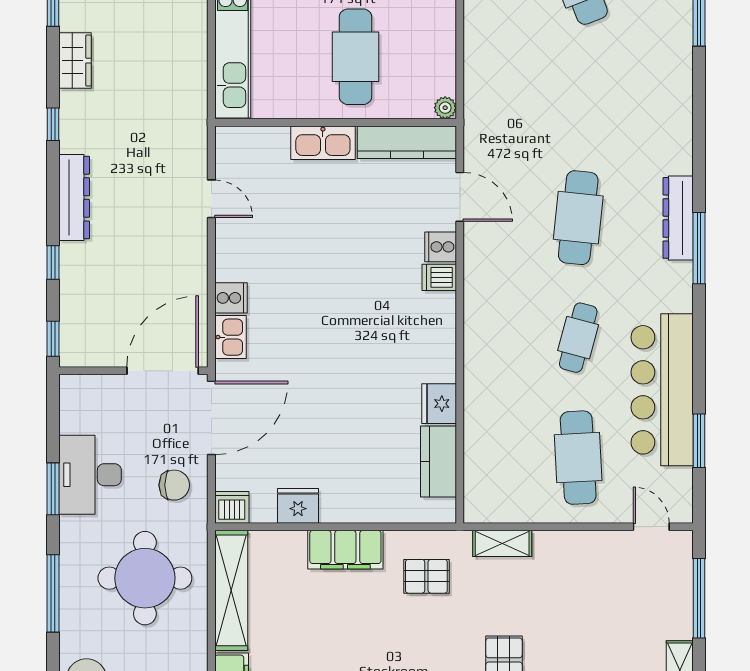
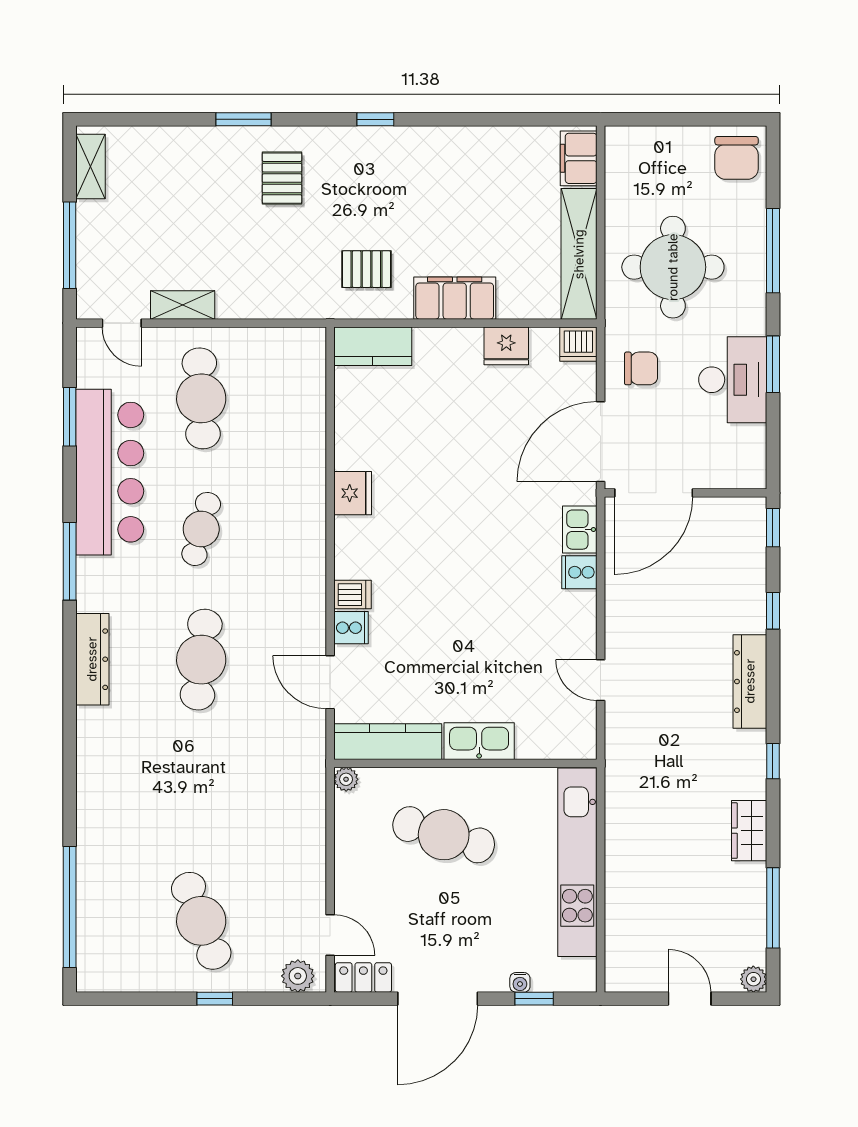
cafe table: (355, 57) -> (444, 835), turned -73
window: (699, 248) -> (70, 561), moved
fridge: (439, 404) -> (353, 493), moved
kitchen counter: (438, 462) -> (373, 346), moved, turned 90
chair: (174, 485) -> (641, 368), turned 180
shelving: (502, 543) -> (183, 305), moved

